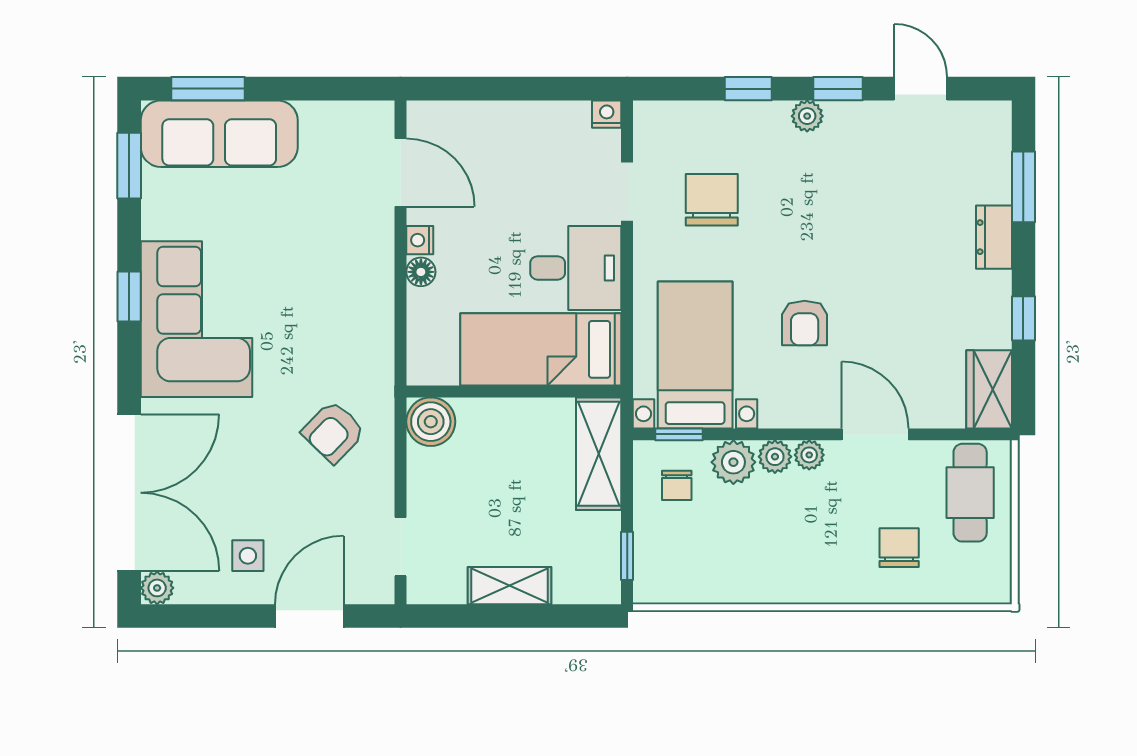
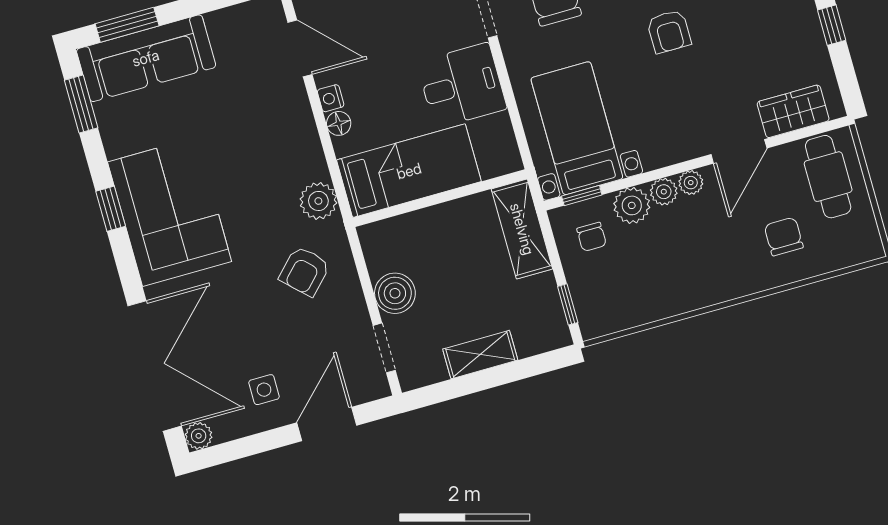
armchair: (805, 323) -> (669, 31), moved
bed: (541, 349) -> (409, 171), moved, turned 180
plant: (372, 355) -> (318, 201), added
wardrobe: (989, 389) -> (793, 111), moved, turned 90
boiler: (431, 422) -> (395, 293), moved
door: (875, 434) -> (739, 151), swing flipped

